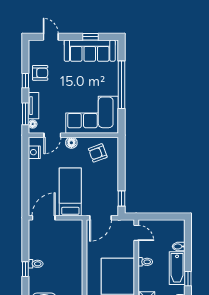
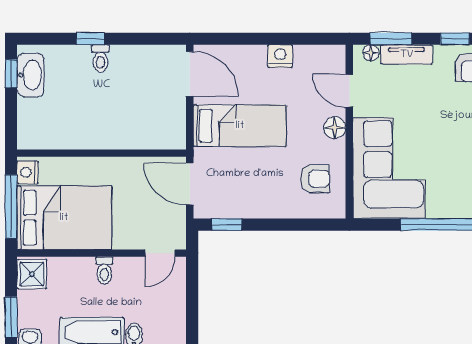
nightstand: (34, 152) -> (280, 56), moved
armchair: (98, 153) -> (315, 179), turned 110

